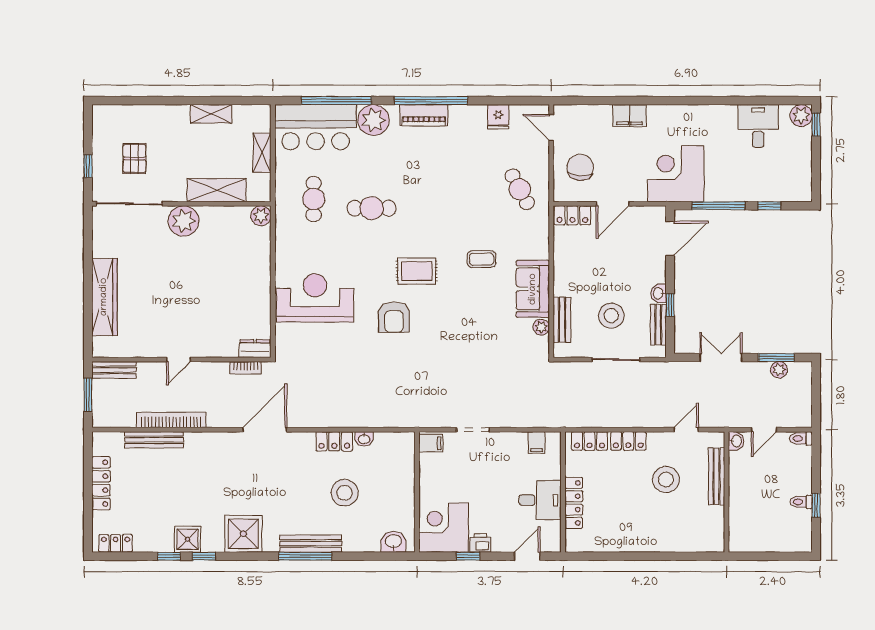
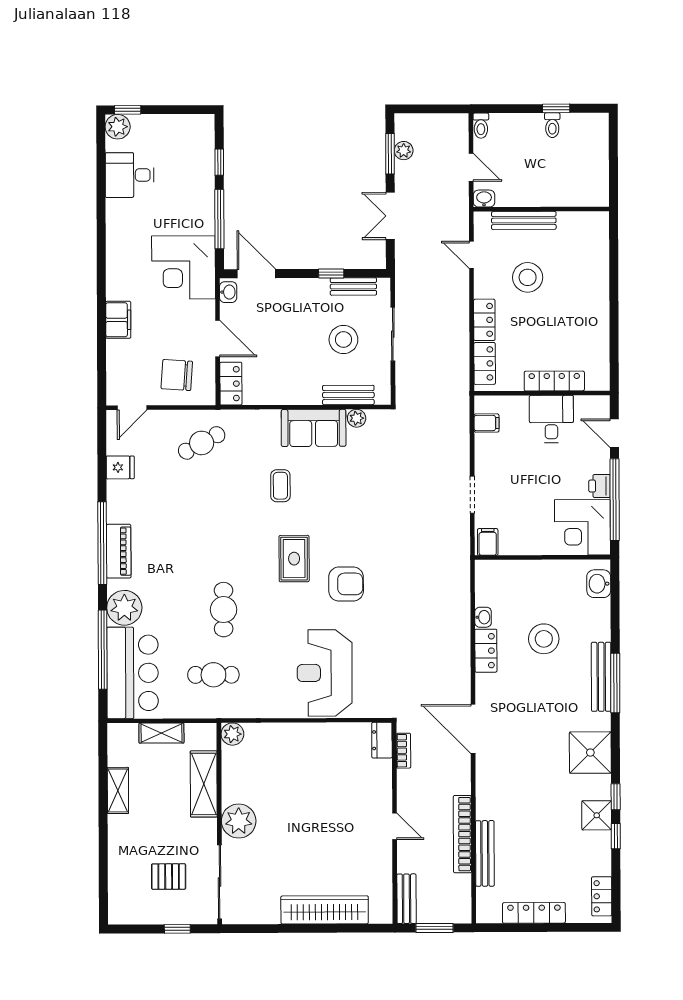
washbasin: (659, 293) -> (228, 292), moved, turned -90
window: (468, 556) -> (615, 500), width x3.17

